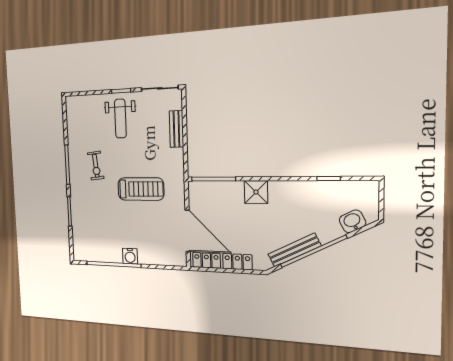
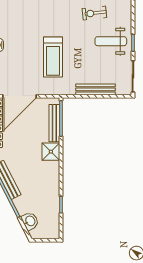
bench: (176, 129) -> (95, 89), width x1.36
exercise bike: (96, 166) -> (94, 13), moved
bench: (219, 187) -> (54, 123), added

